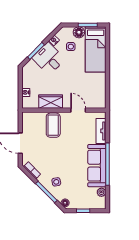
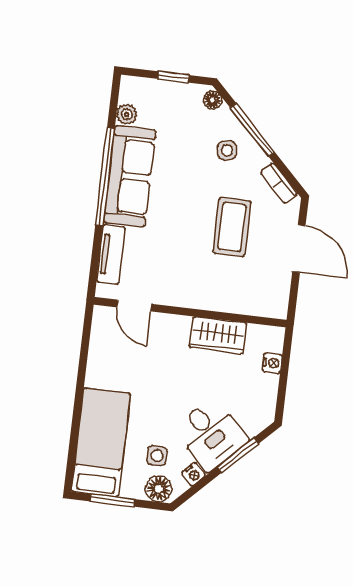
floor lamp: (79, 32) -> (159, 489), moved
door: (78, 110) -> (134, 306), moved
coffee table: (53, 125) -> (232, 227), moved

